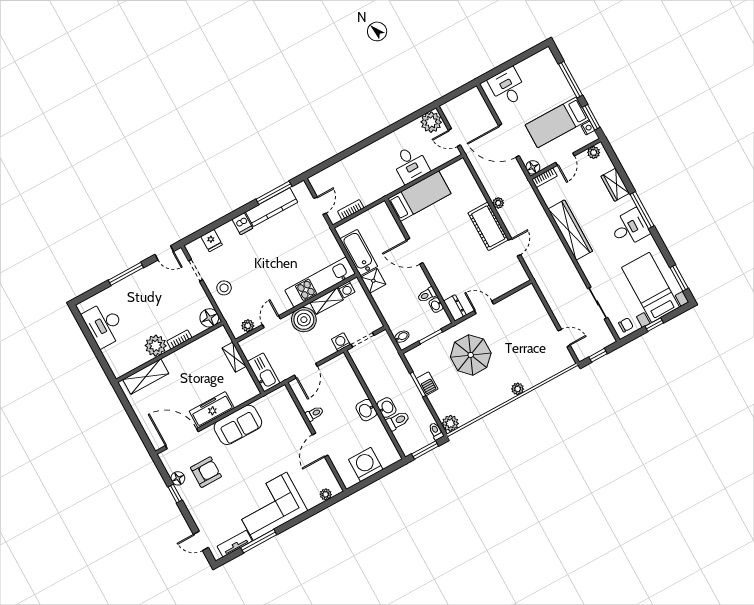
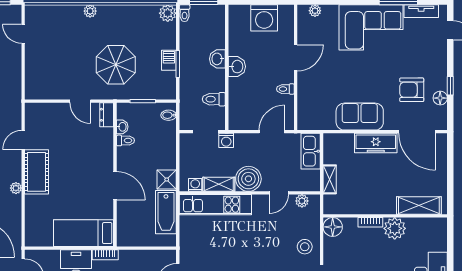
bookcase: (351, 210) -> (105, 255), moved
toilet: (398, 421) -> (214, 99), moved

